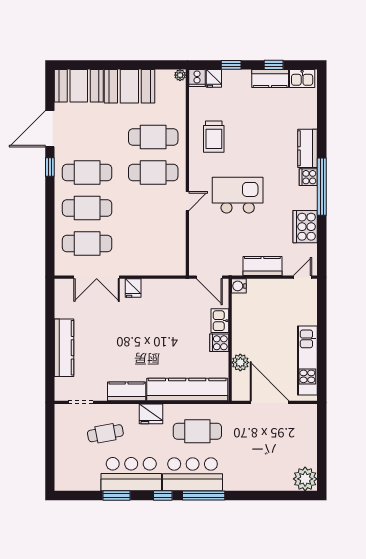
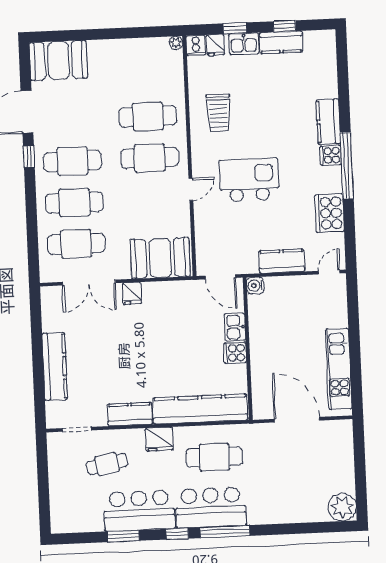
kitchen sink: (302, 79) -> (244, 44), moved
booth: (129, 86) -> (160, 258), moved
plant: (240, 362) -> (261, 375), removed

